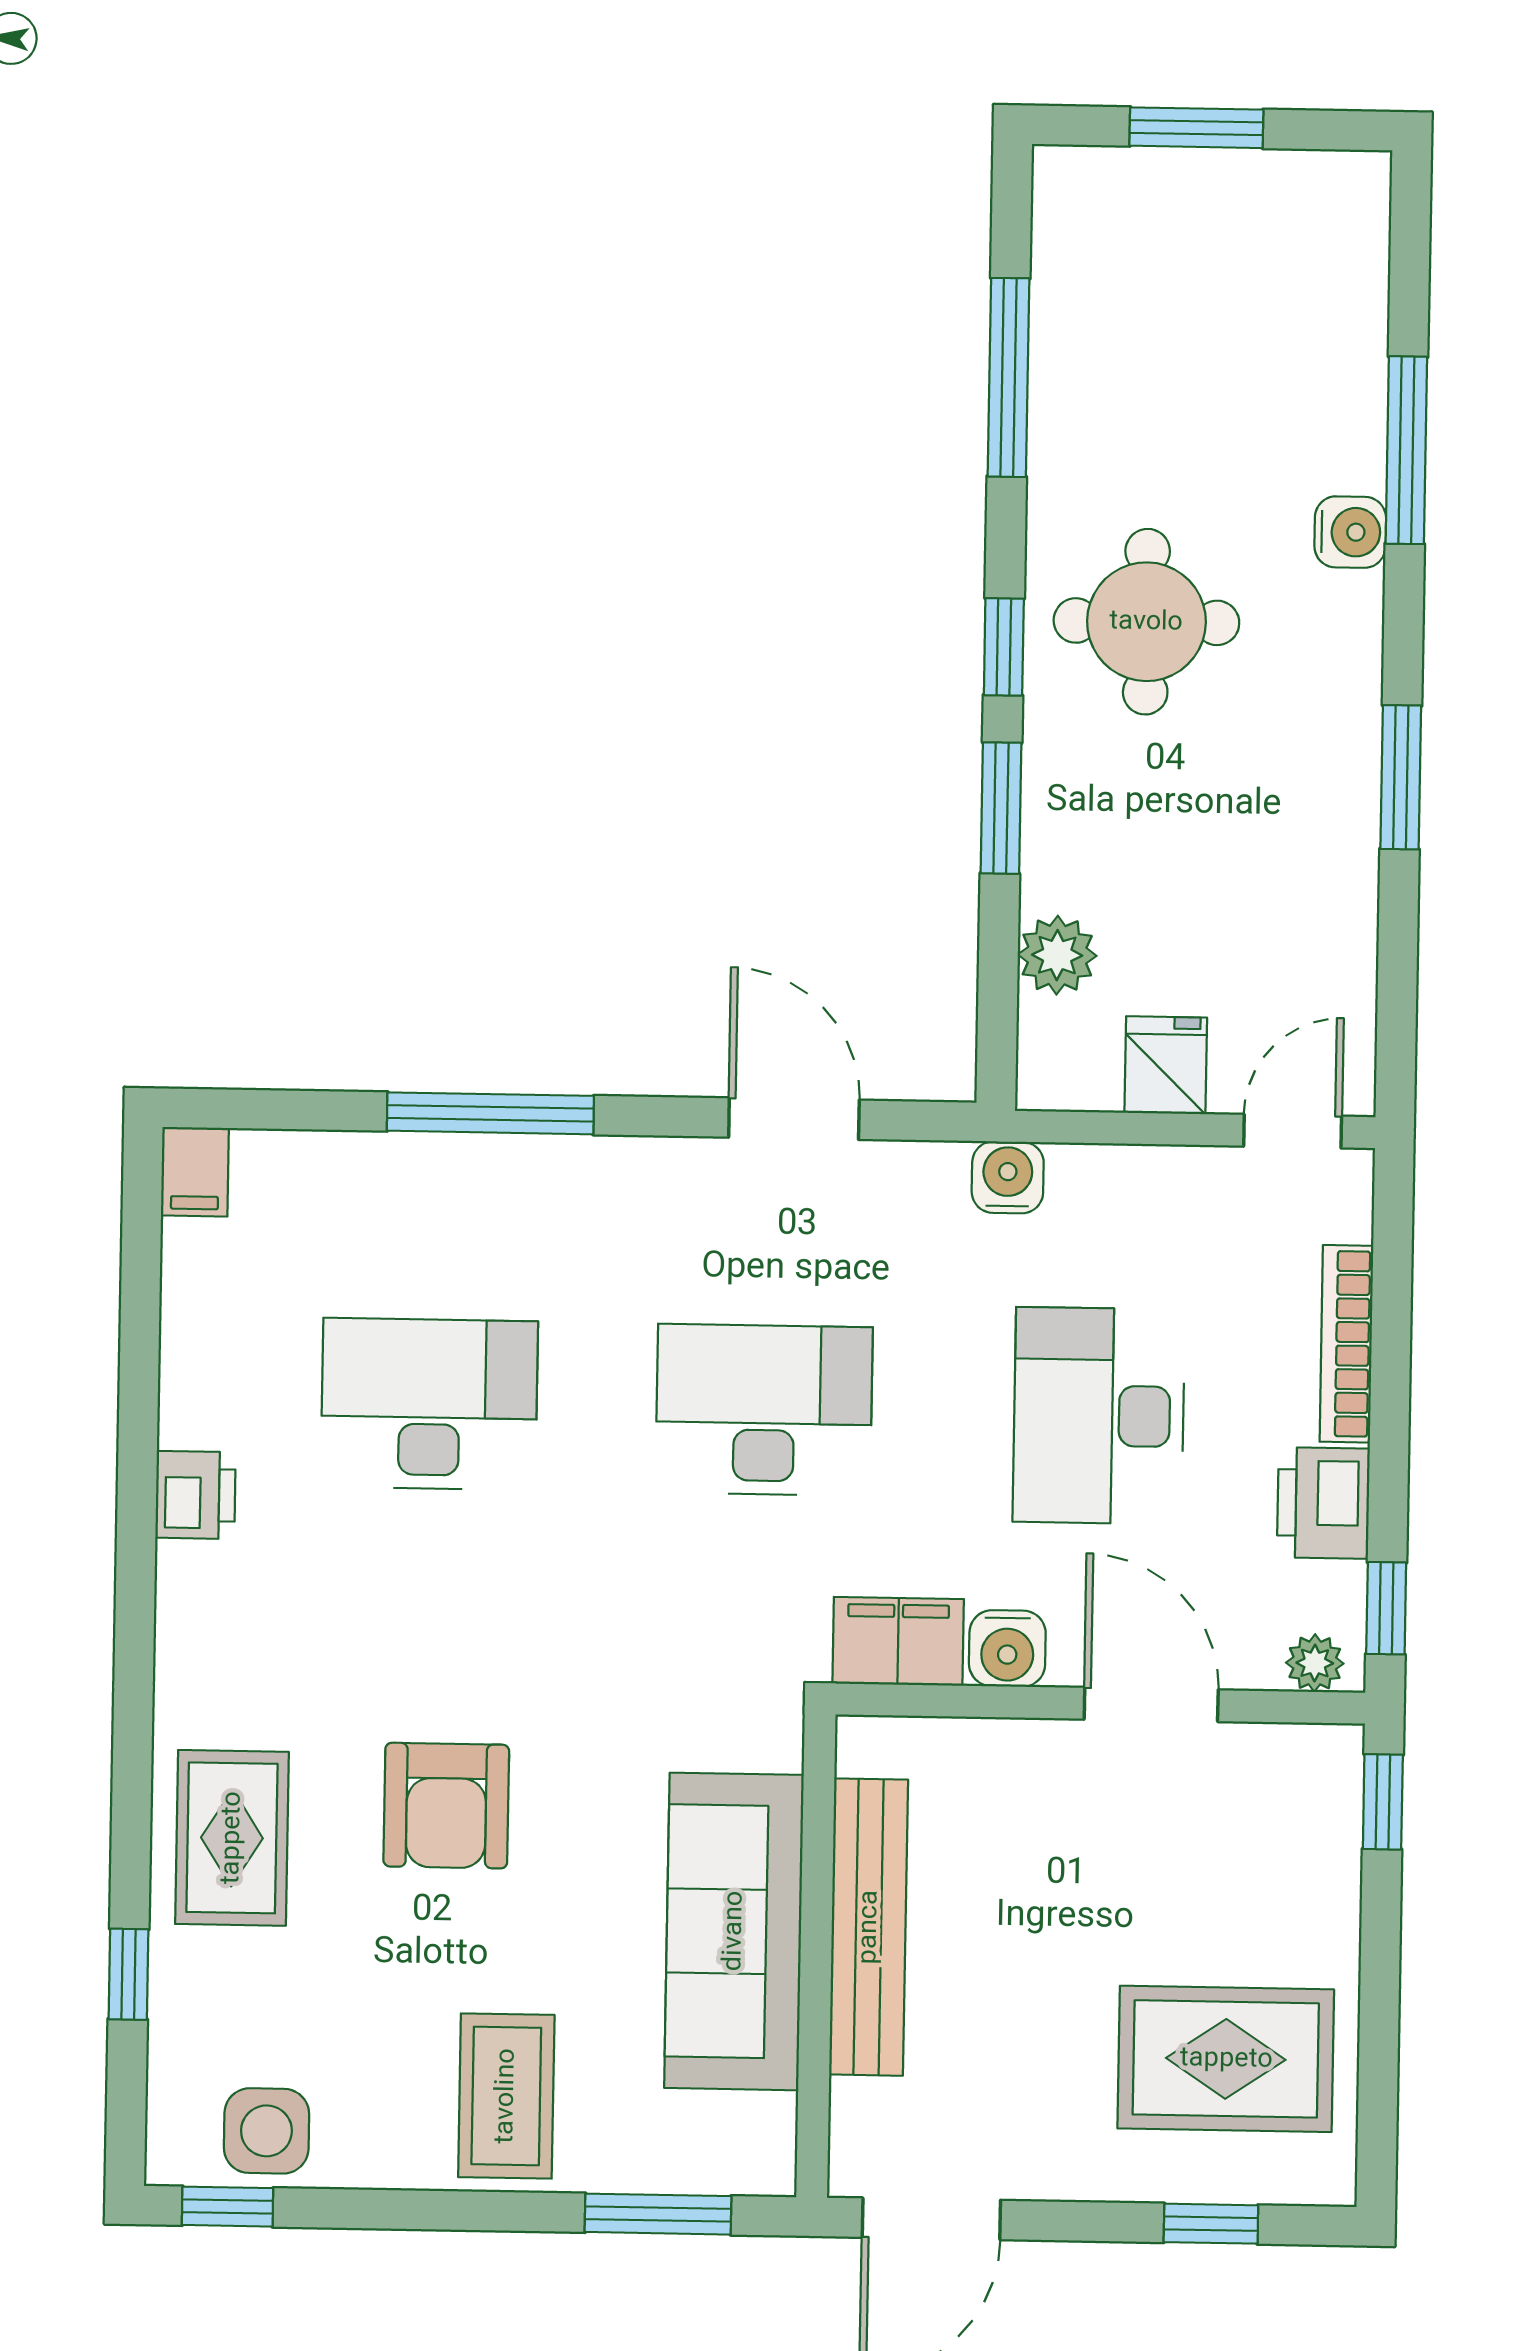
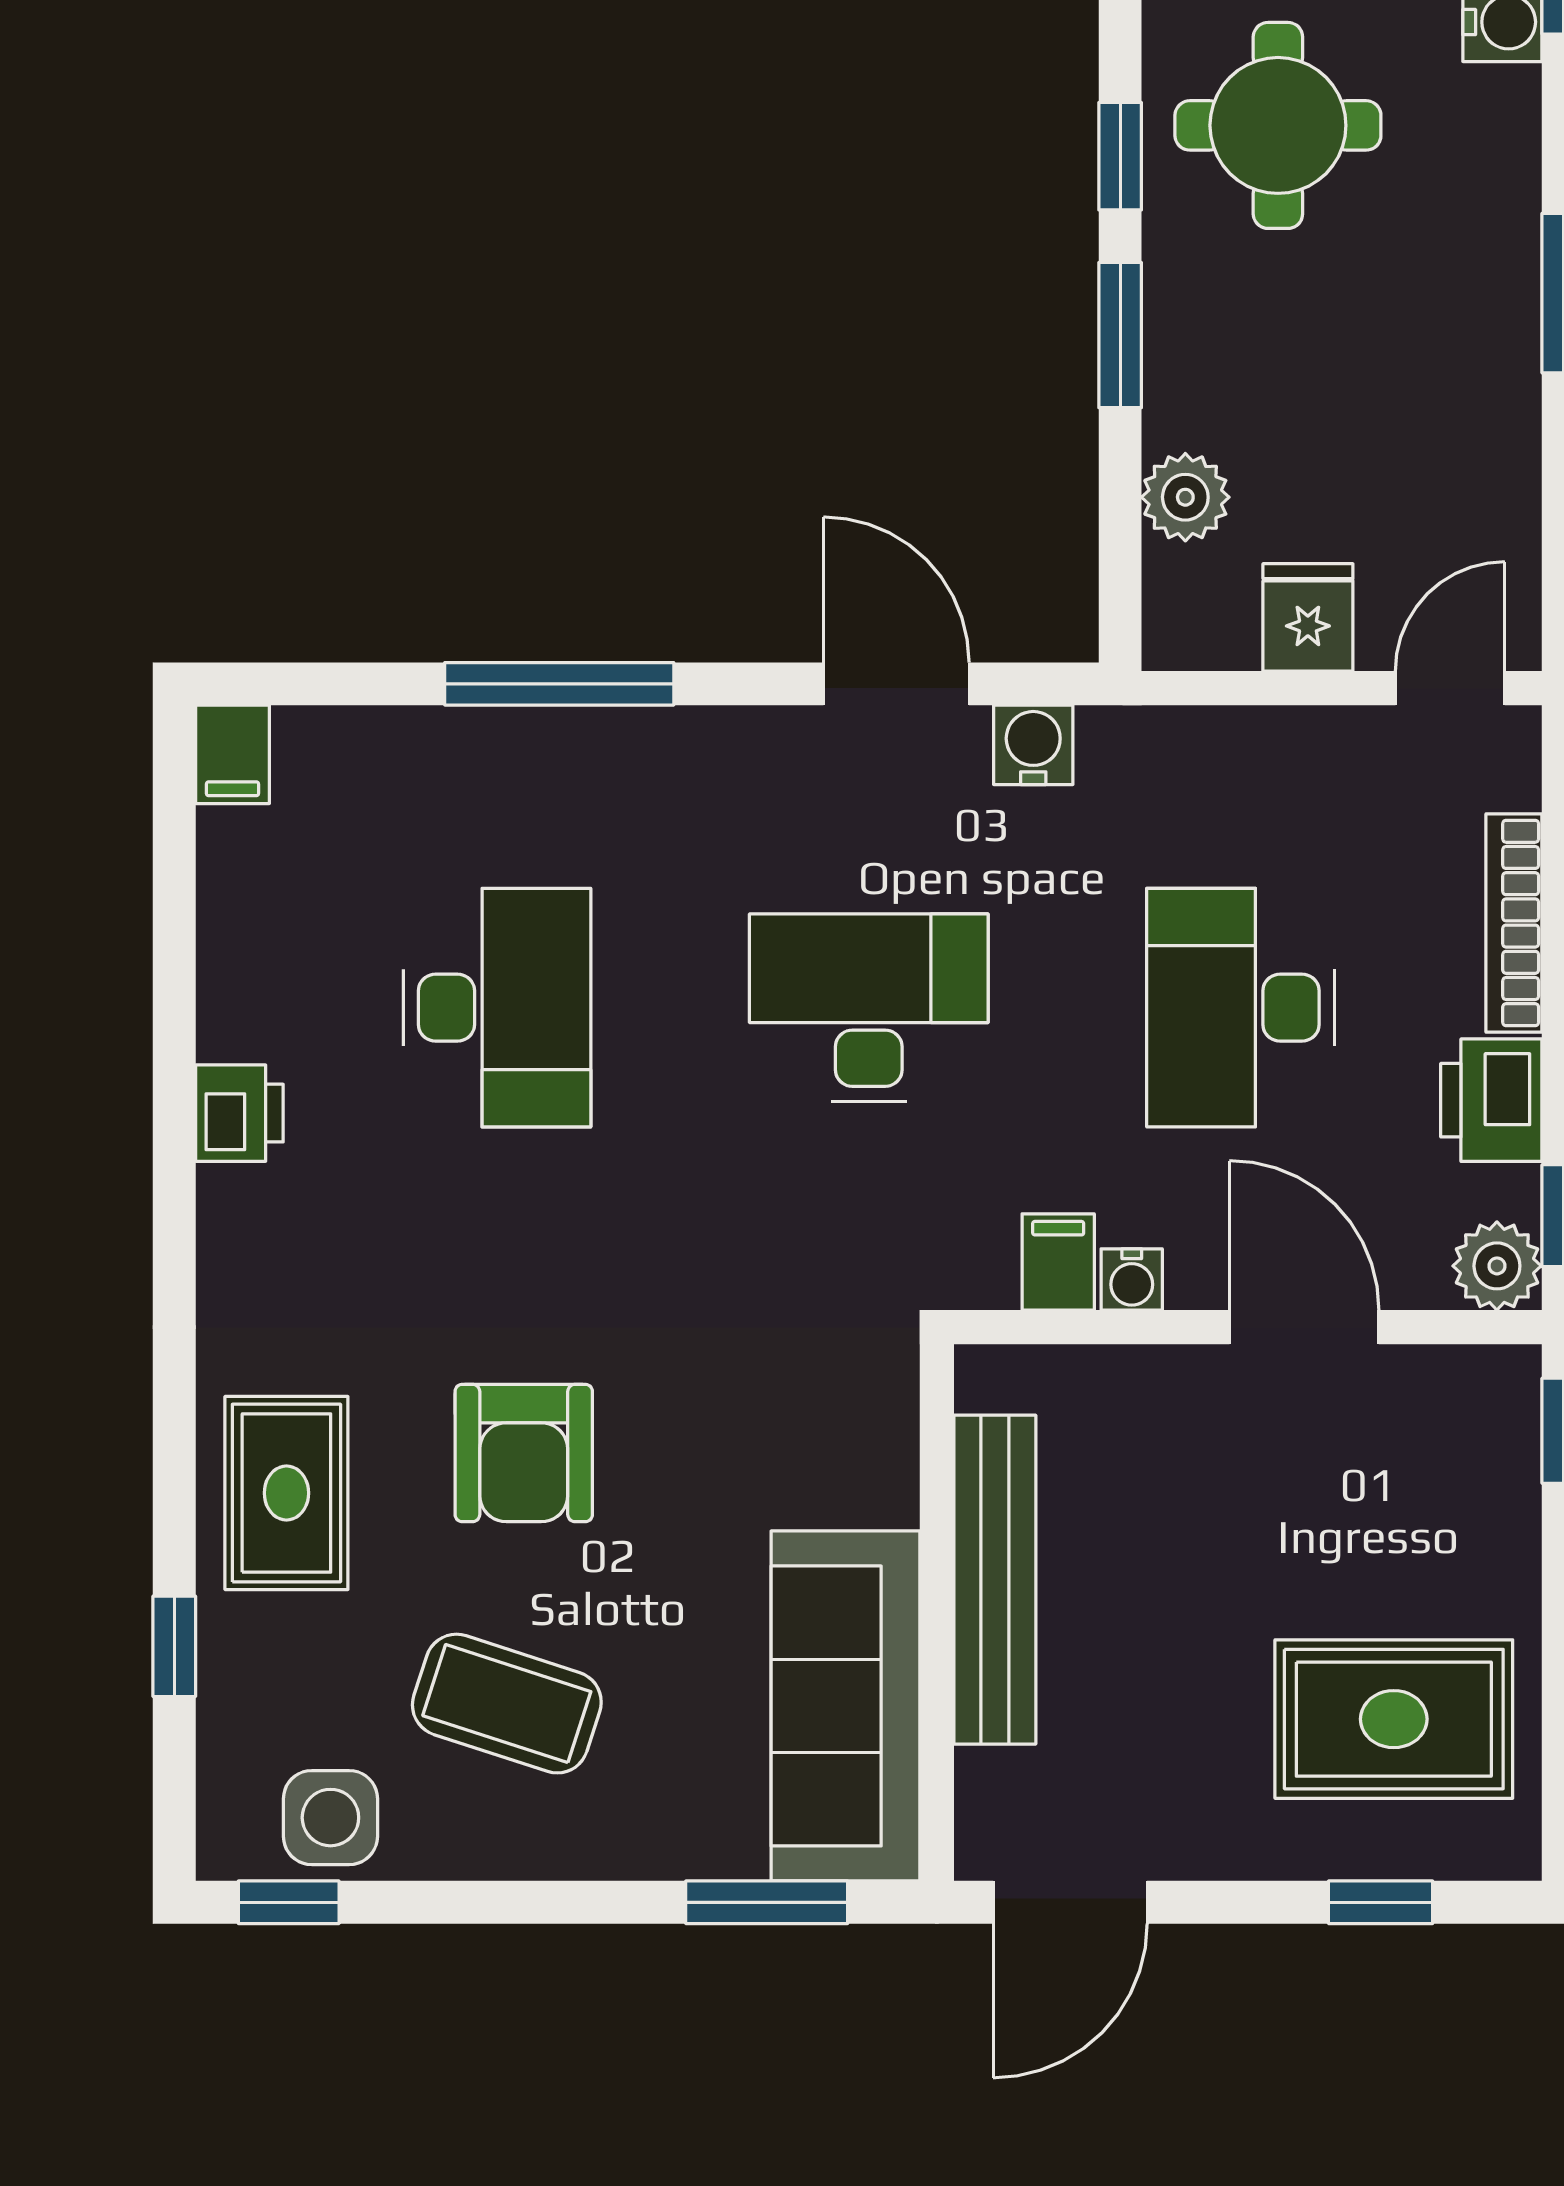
water cooler: (1008, 1177) -> (1033, 745), moved
desk: (429, 1404) -> (497, 1008), turned 90
filing cabinet: (898, 1641) -> (1058, 1262), width x0.50
water cooler: (1007, 1648) -> (1132, 1279), width x0.72, depth x0.72
plant: (1315, 1663) -> (1497, 1266), width x1.38, depth x1.38
sofa: (734, 1931) -> (845, 1706), moved
coffee table: (506, 2096) -> (507, 1704), moved, turned -72

